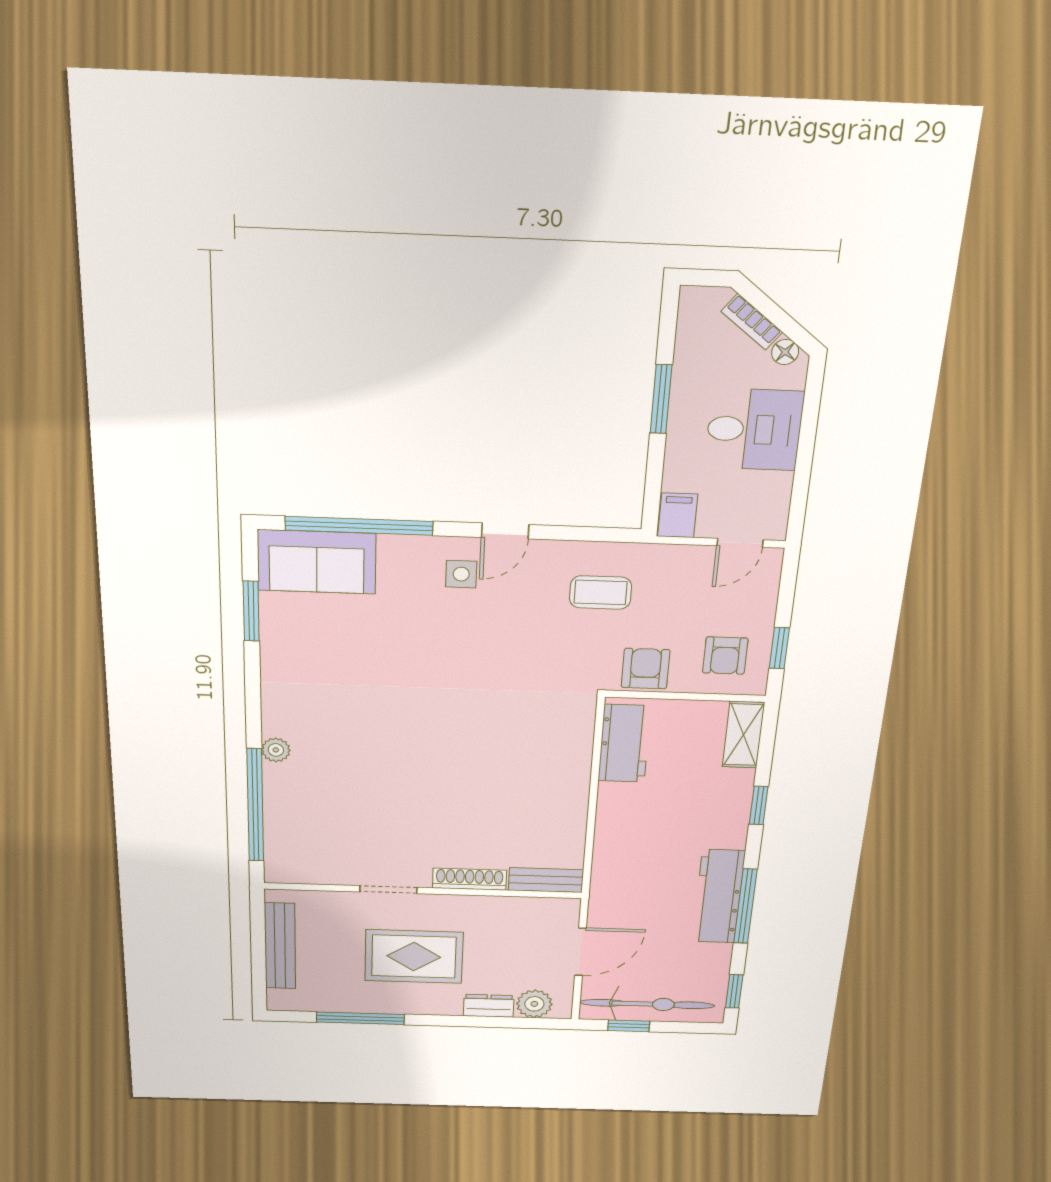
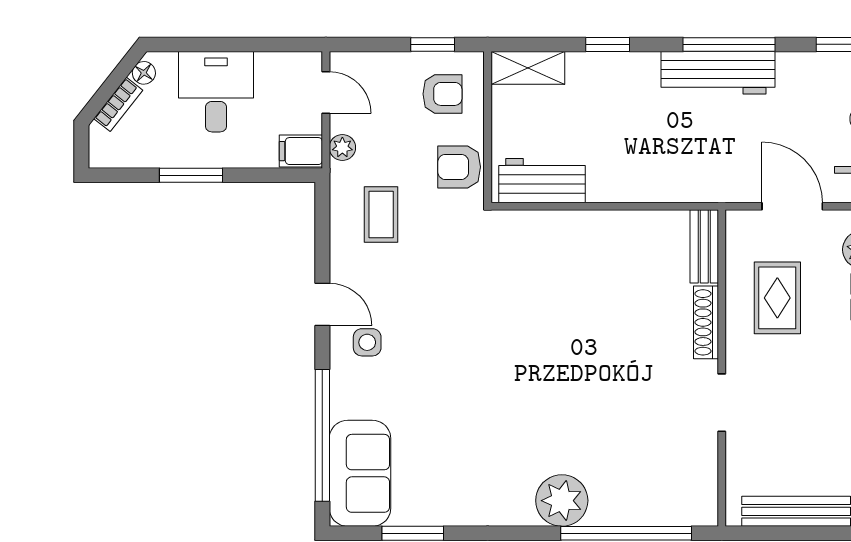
plant: (678, 557) -> (342, 147), added
plant: (276, 750) -> (562, 501), width x1.88, depth x1.88
rug: (414, 957) -> (777, 298), moved, width x0.73, depth x0.70

